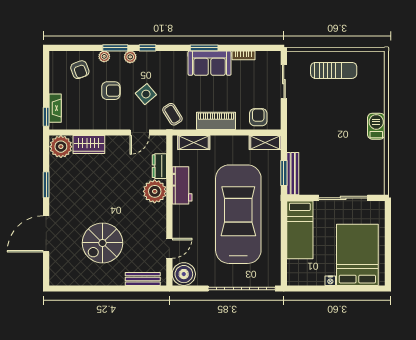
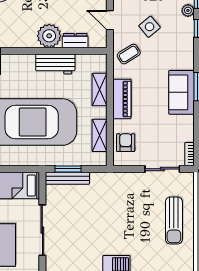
bookcase: (243, 55) -> (189, 154), moved
armchair: (258, 117) -> (126, 143), turned -90
shelving: (194, 143) -> (99, 90), moved
shelving: (265, 143) -> (99, 135), moved

